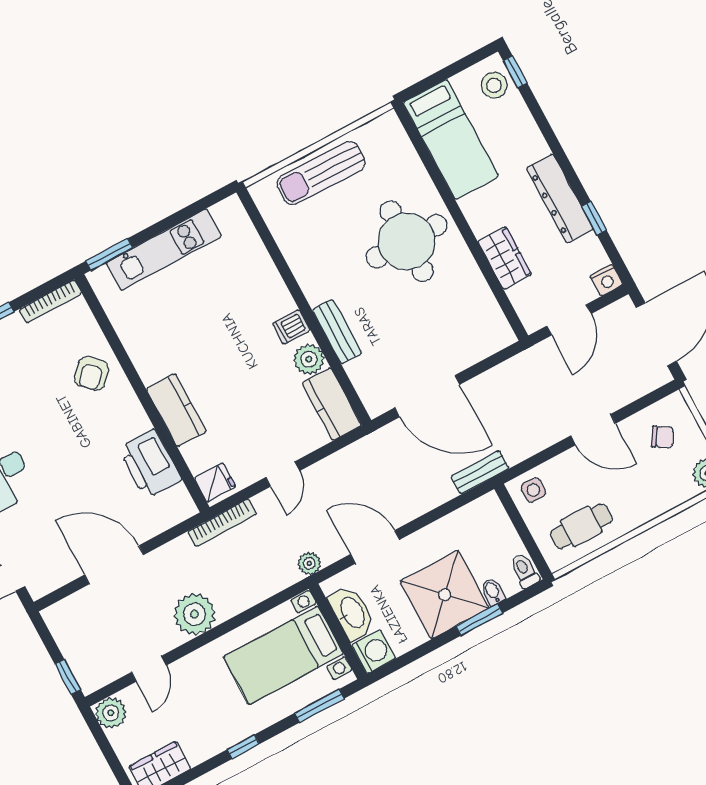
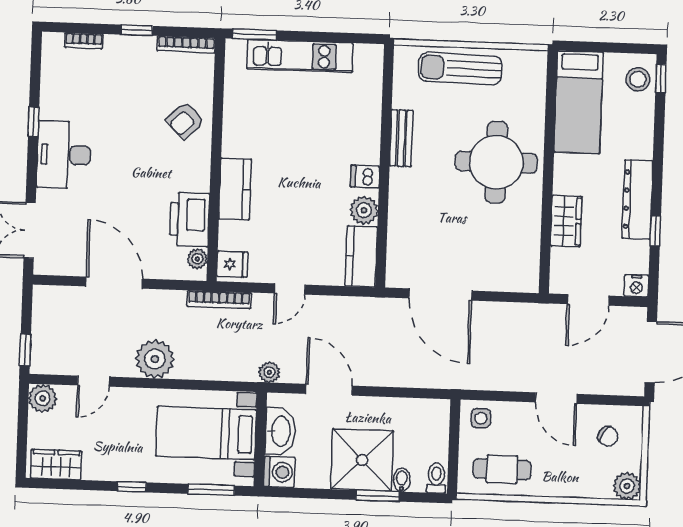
bench: (337, 332) -> (401, 138), moved
bench: (480, 472) -> (447, 379), removed
plant: (179, 497) -> (197, 259), added

